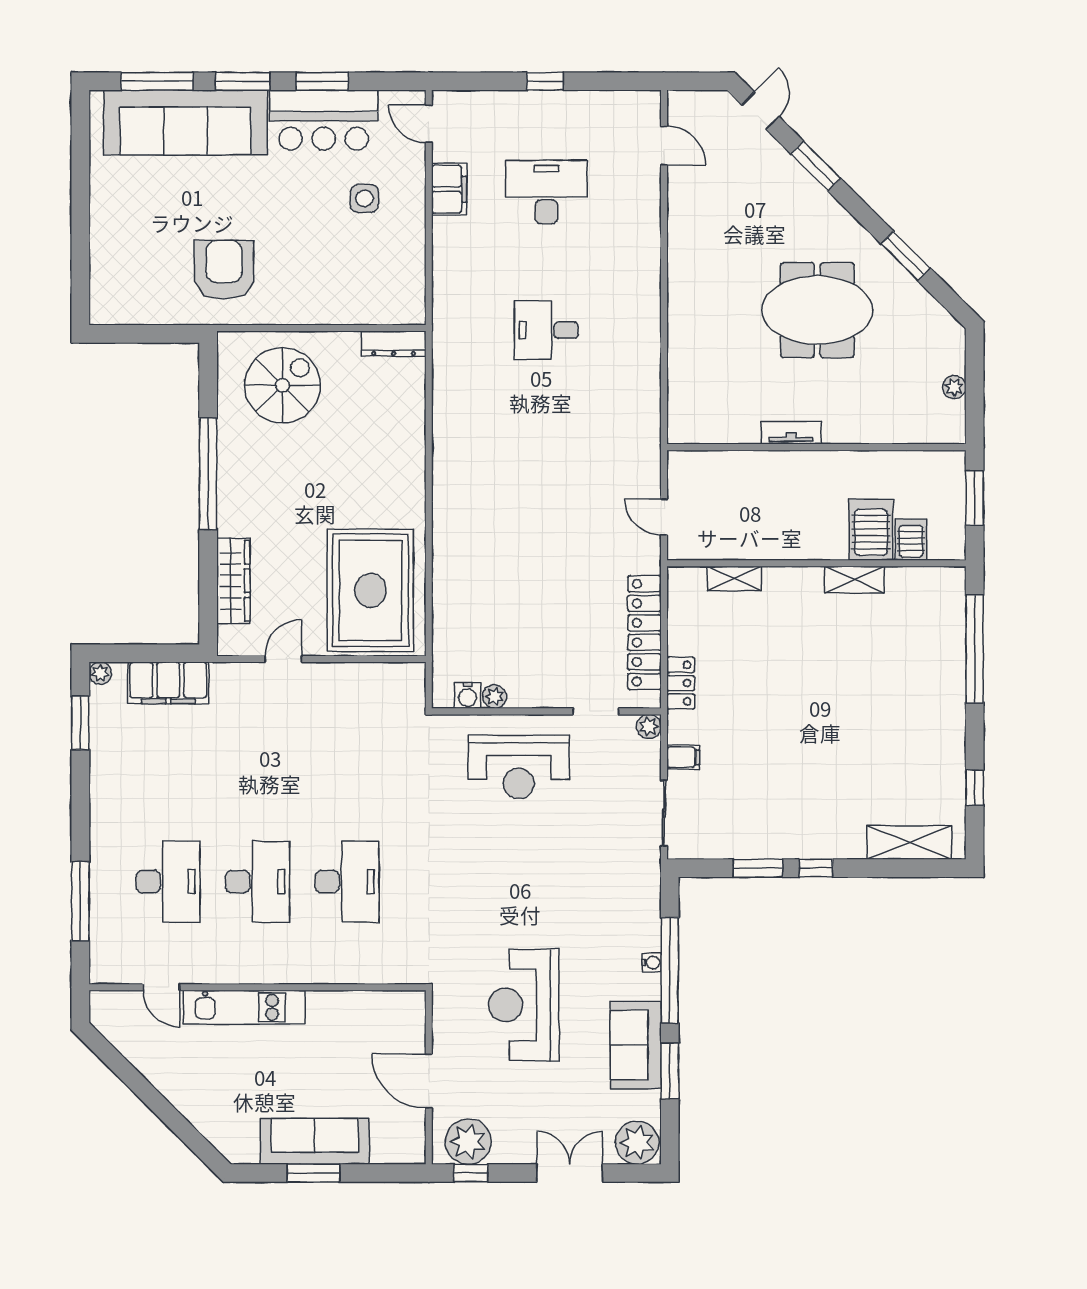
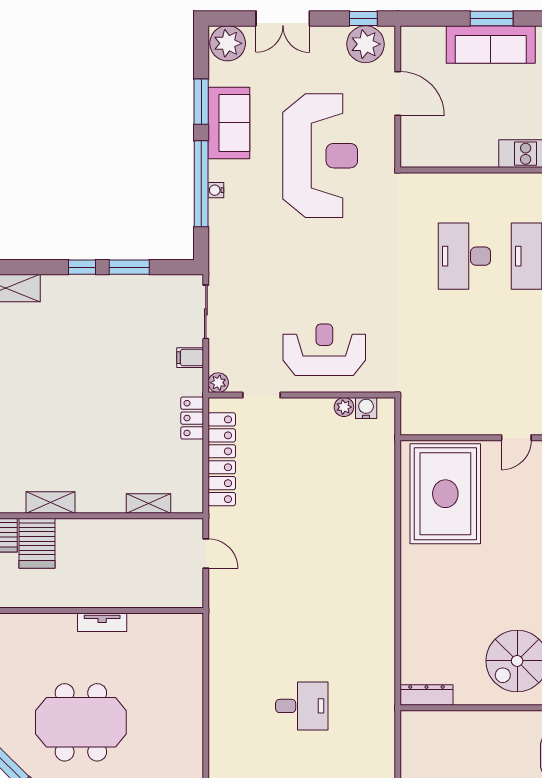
reception desk: (524, 1005) -> (320, 156), width x1.36, depth x1.30

